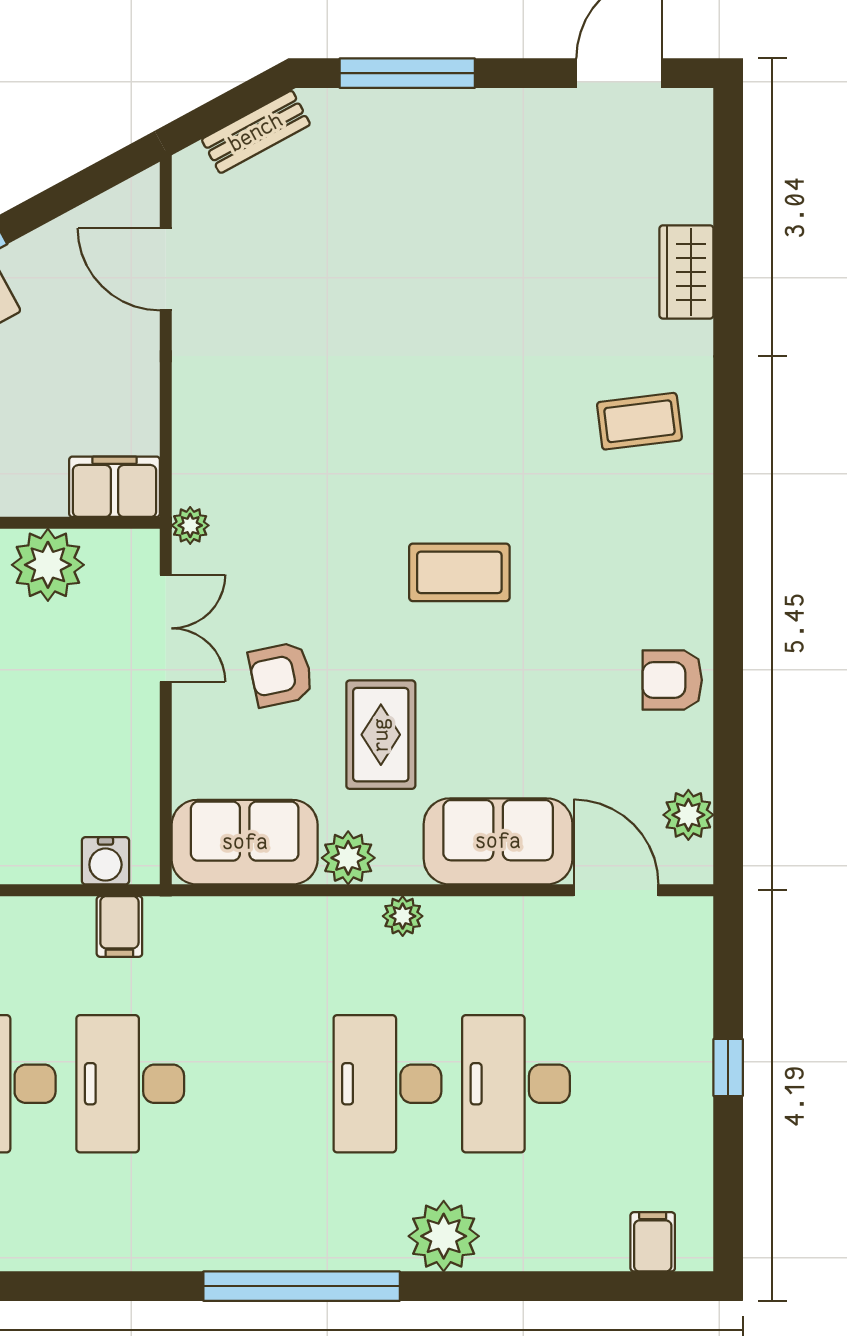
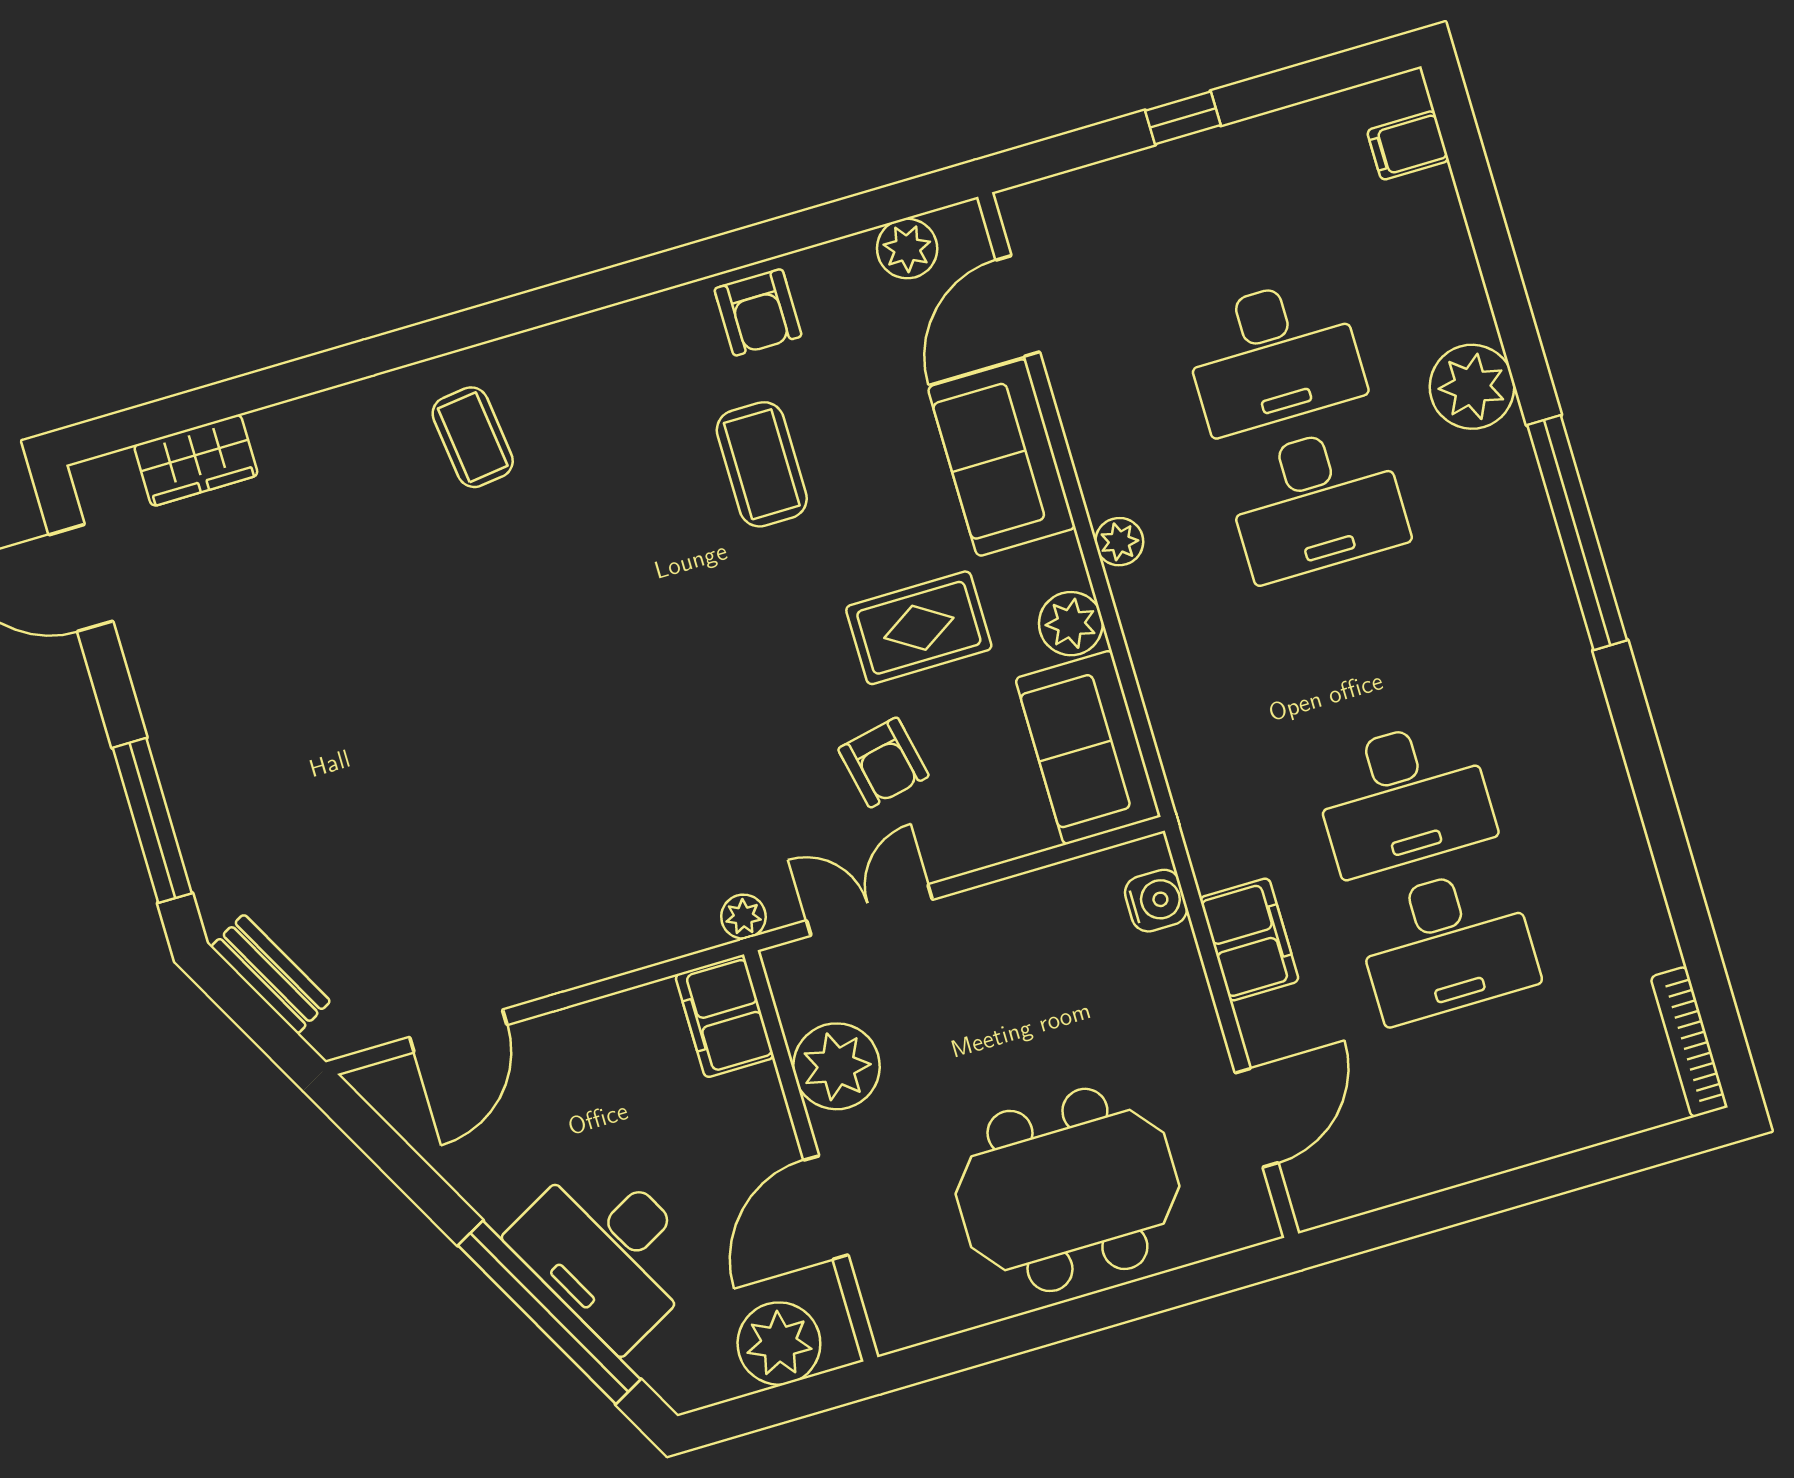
wardrobe: (686, 272) -> (196, 460), moved
coffee table: (459, 572) -> (762, 464), moved
filing cabinet: (119, 926) -> (1249, 939), moved, width x2.00

